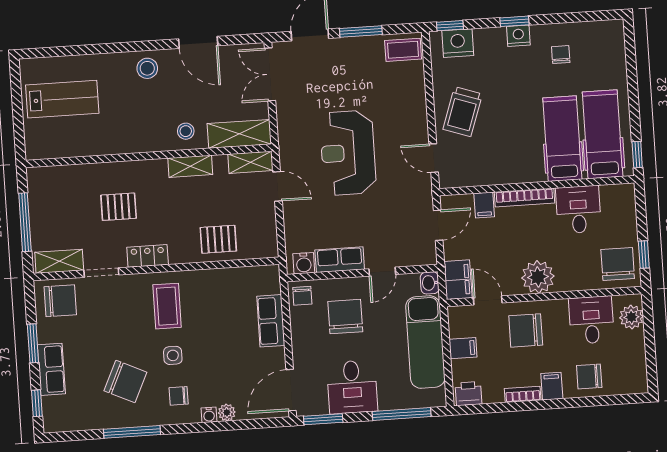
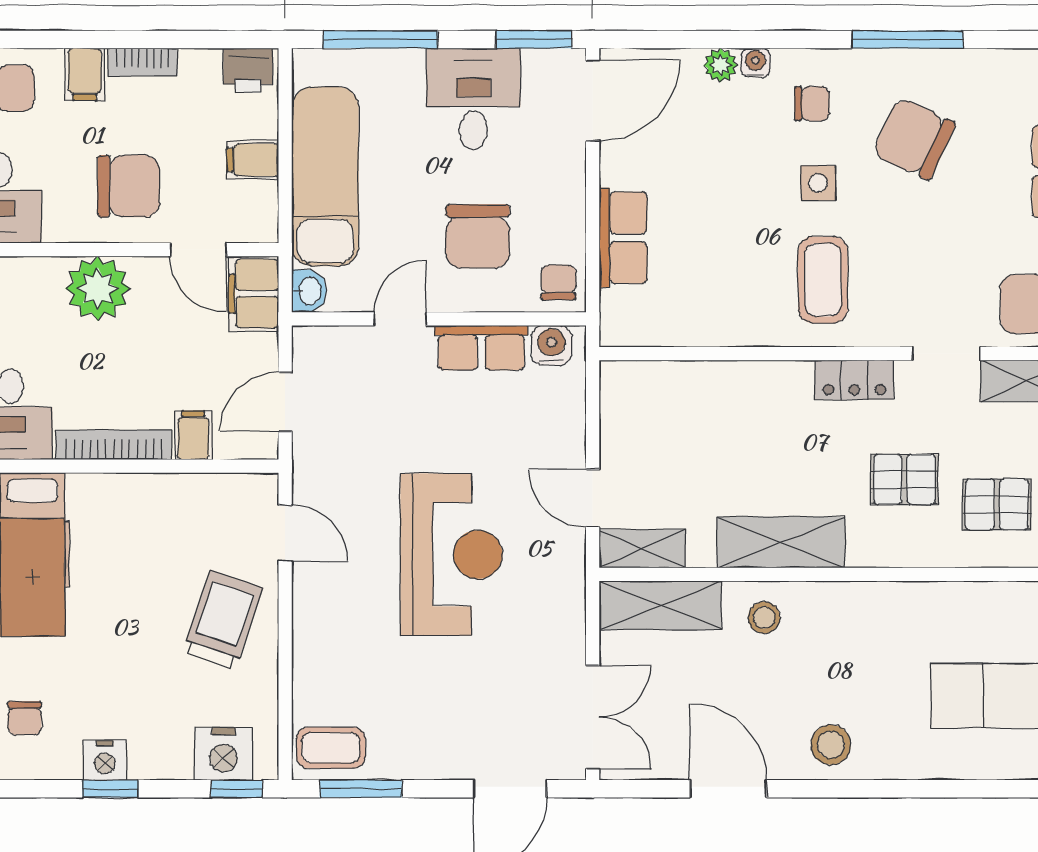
window: (361, 32) -> (361, 789), moved
shelving: (190, 166) -> (781, 542), width x1.50, depth x1.33
pallet: (218, 239) -> (997, 504), moved

